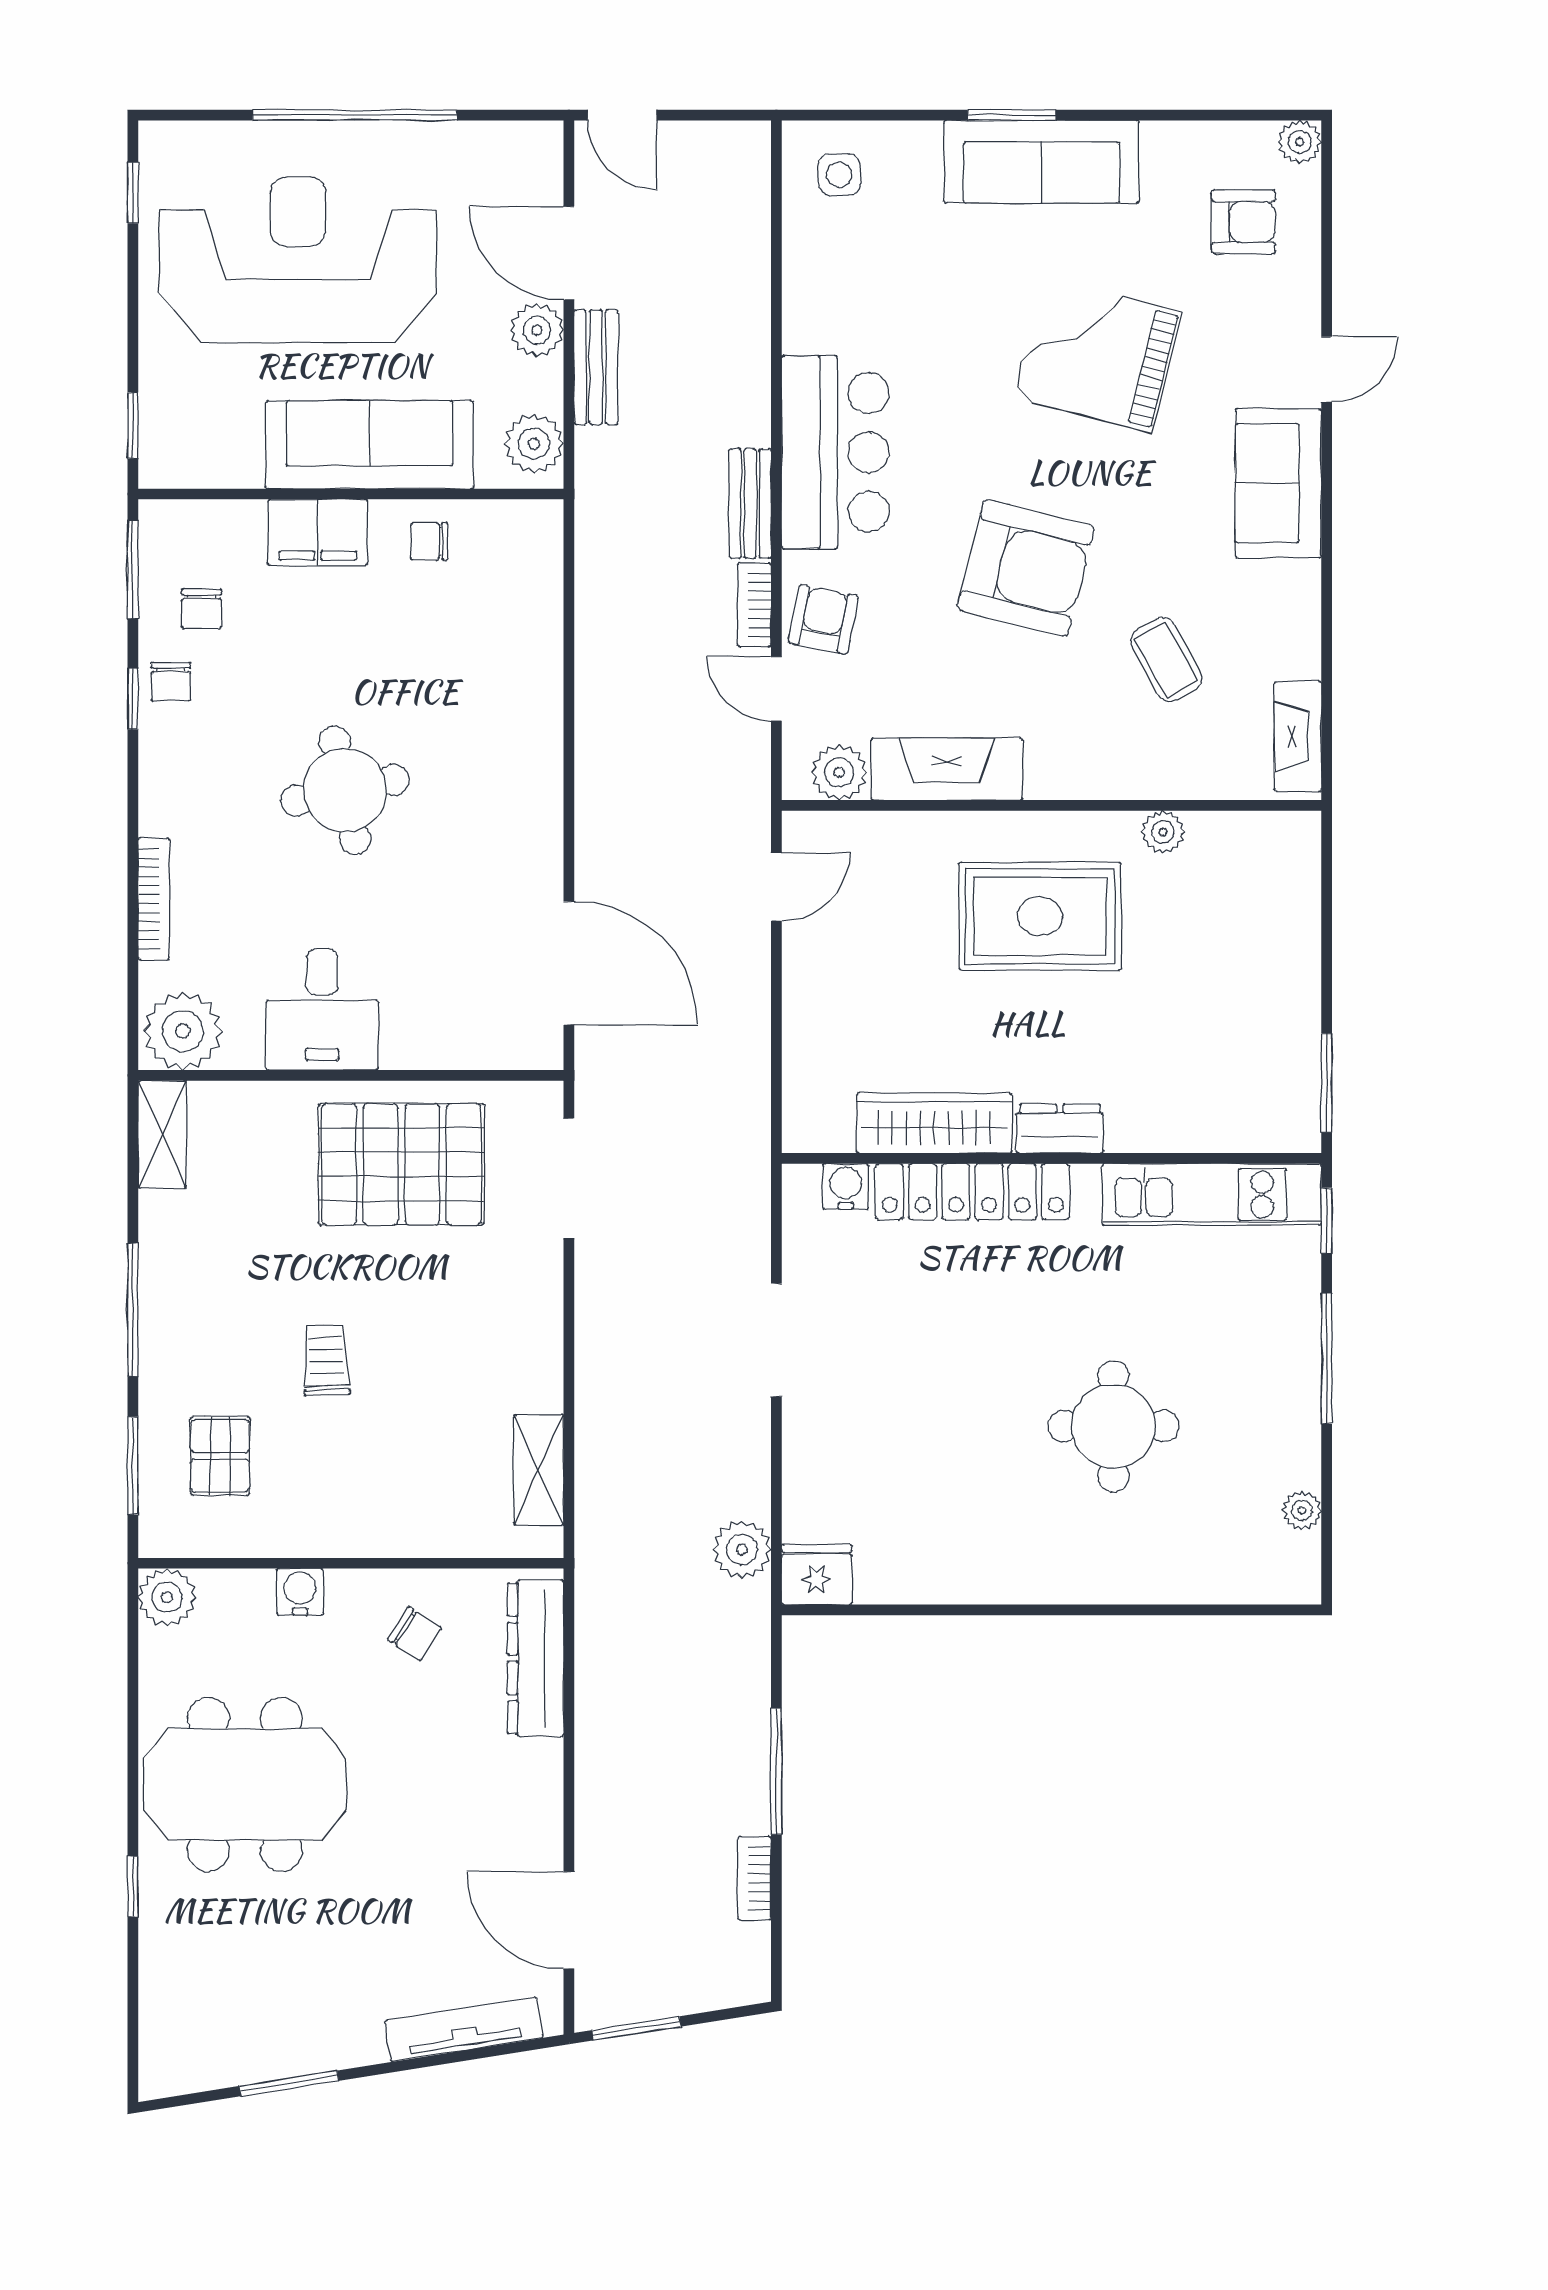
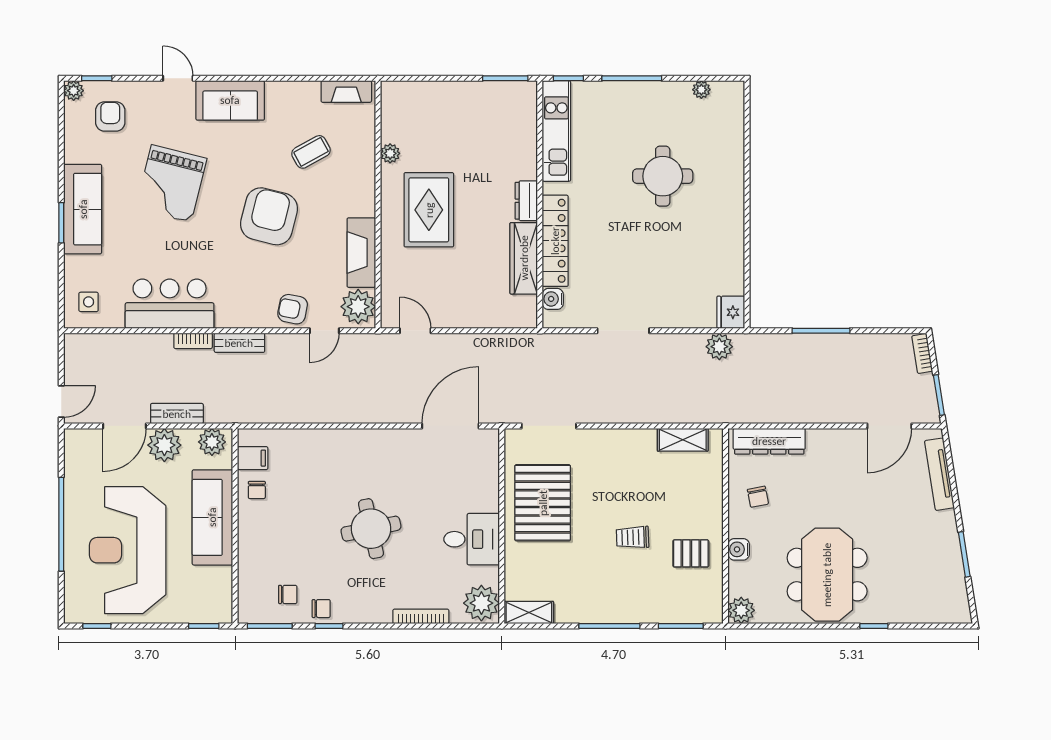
window: (1327, 192) -> (97, 78), added
plant: (537, 330) -> (164, 445), width x1.36, depth x1.36
bar counter: (835, 452) -> (170, 304), moved
filing cabinet: (318, 532) -> (253, 458), moved, width x0.50
bookcase: (754, 605) -> (193, 341), moved
plant: (839, 772) -> (358, 307), width x1.36, depth x1.36
pallet: (220, 1456) -> (691, 553), moved
chair: (415, 1634) -> (758, 497), turned 136
bookcase: (755, 1878) -> (922, 354), moved, turned 81

